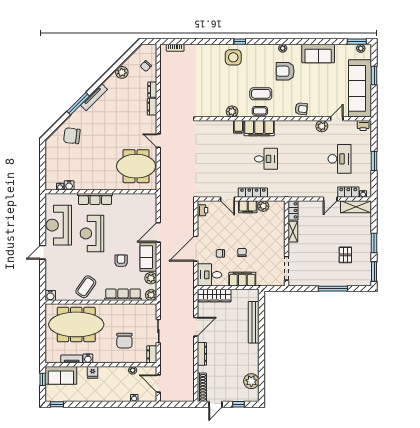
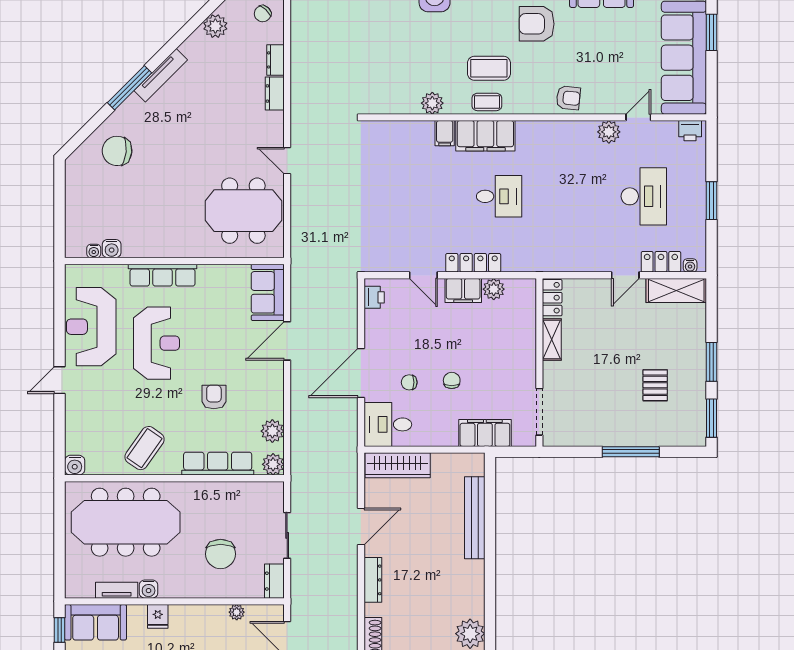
reception desk: (92, 233) -> (157, 343), turned 180
sofa: (148, 257) -> (268, 292), moved
filing cabinet: (242, 279) -> (485, 433), moved

